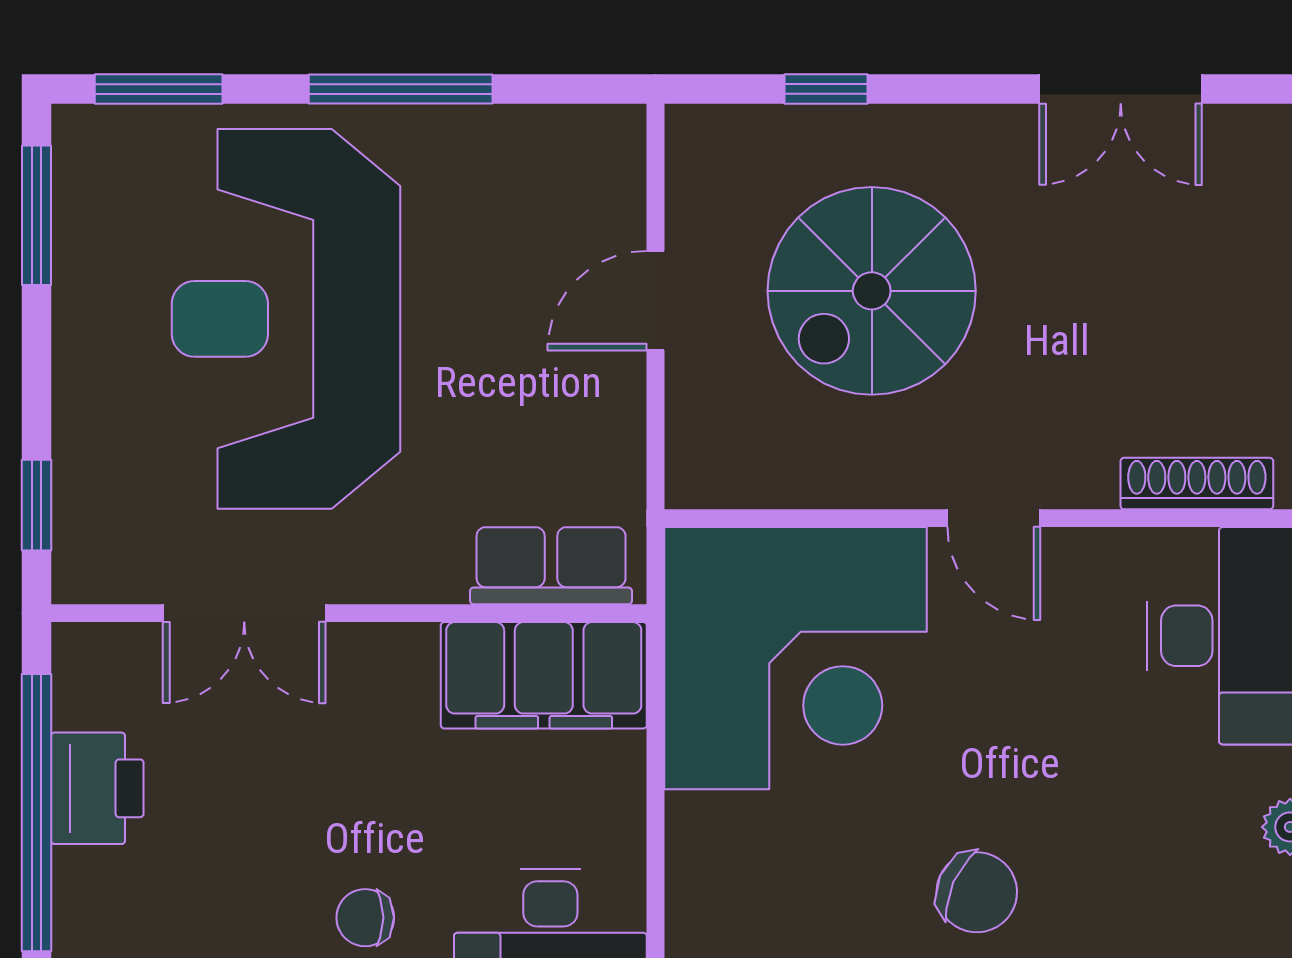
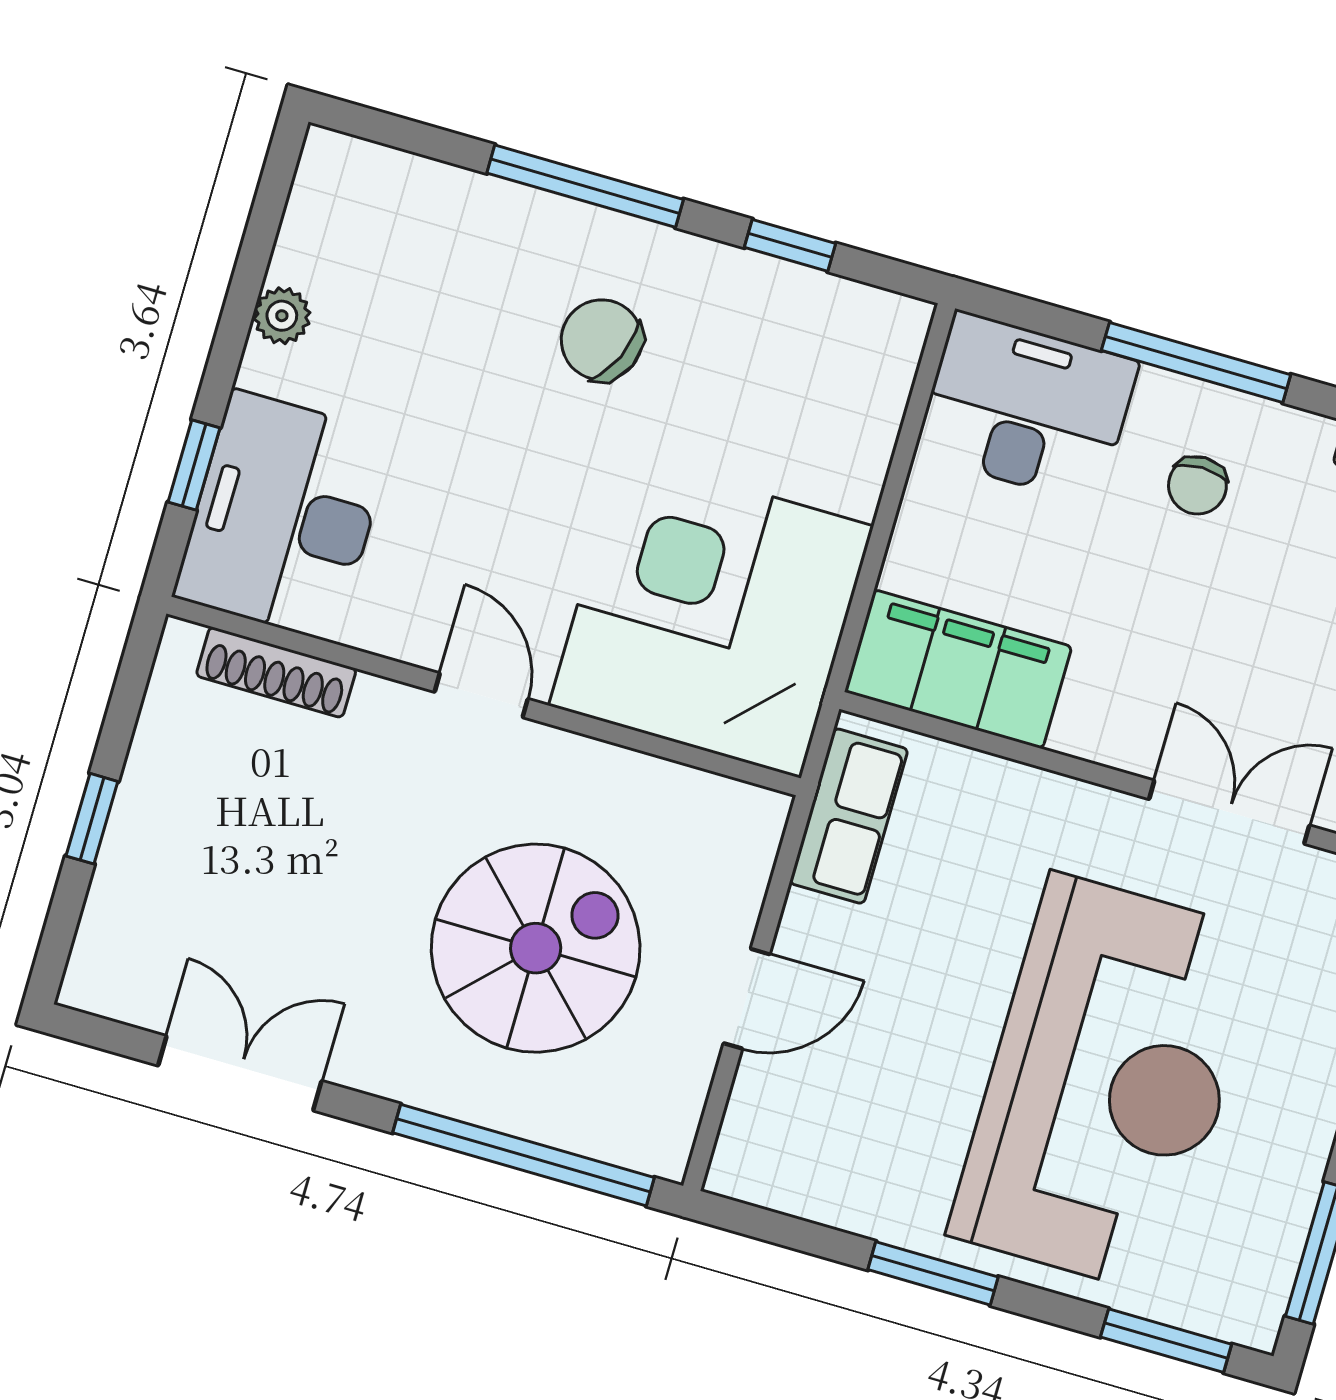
window: (401, 89) -> (933, 1273), width x0.69
window: (826, 89) -> (524, 1155), width x3.17
row of seats: (551, 566) -> (849, 816), moved, turned -90
chair: (365, 918) -> (1197, 485), turned 90

